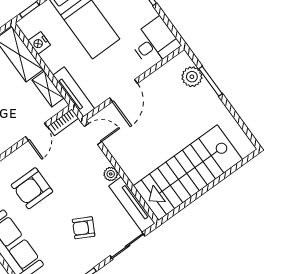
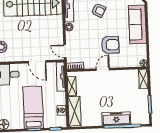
door: (123, 91) -> (37, 62), swing flipped
door: (36, 132) -> (103, 69), moved

